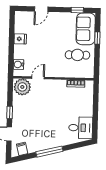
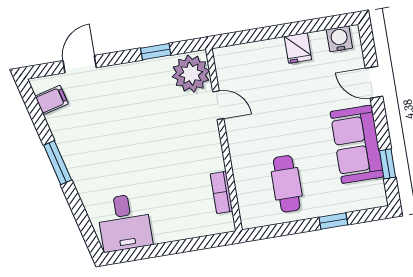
sofa: (86, 29) -> (357, 144), moved, turned -90
water cooler: (19, 64) -> (339, 39), moved
window: (10, 112) -> (156, 52), moved
window: (49, 152) -> (58, 163), width x0.69

